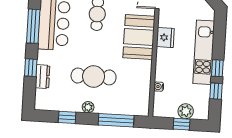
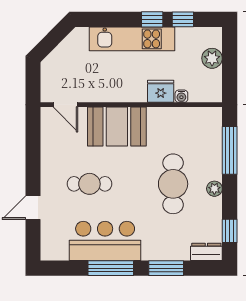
fridge: (165, 37) -> (161, 91), moved
window: (31, 68) -> (166, 268), width x1.50
dresser: (42, 77) -> (206, 252), moved
window: (67, 117) -> (230, 231), moved
window: (182, 124) -> (230, 63), removed

